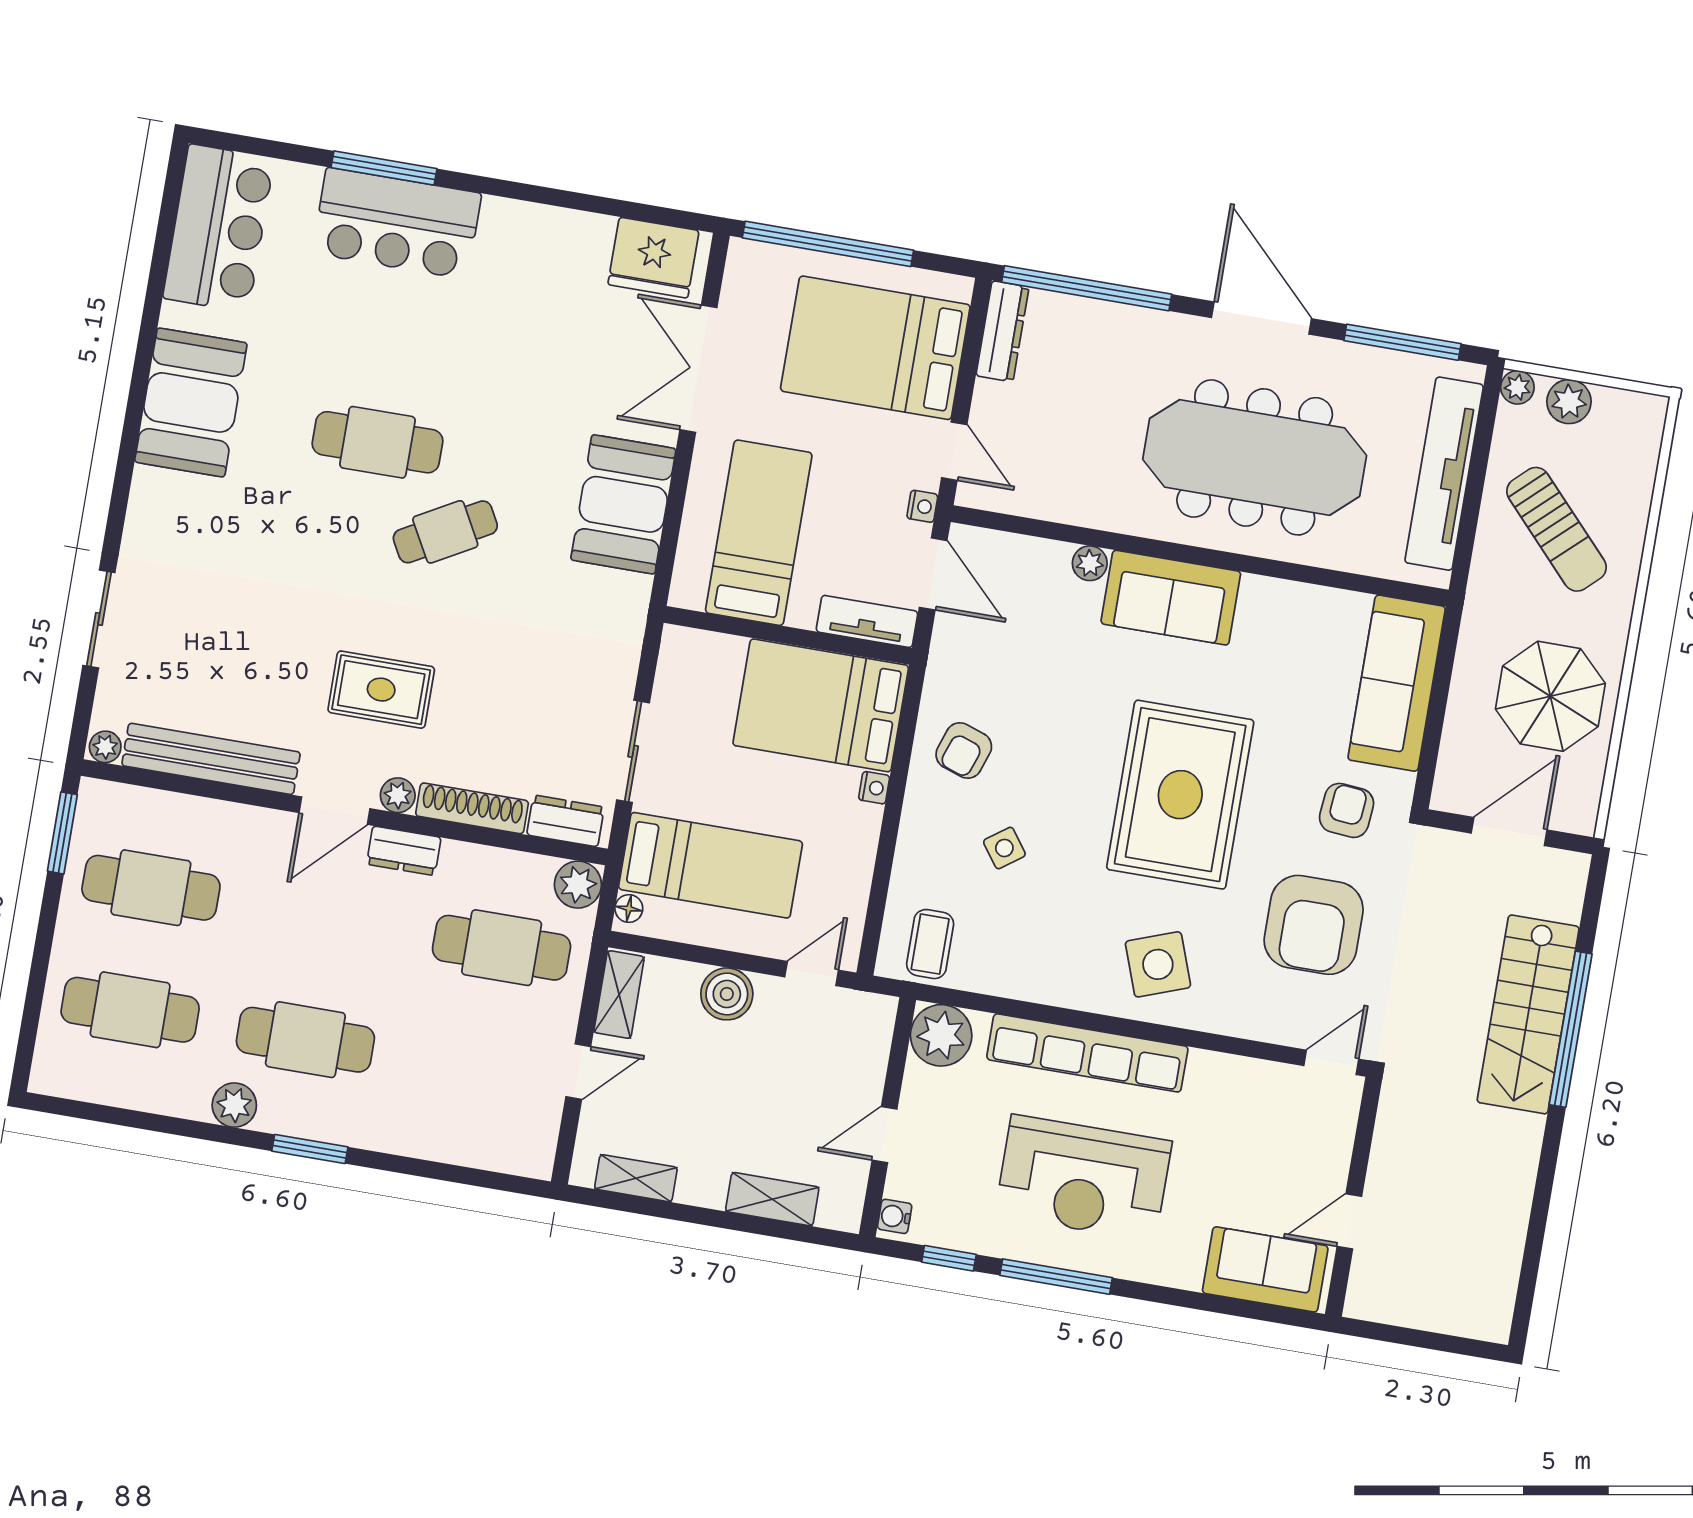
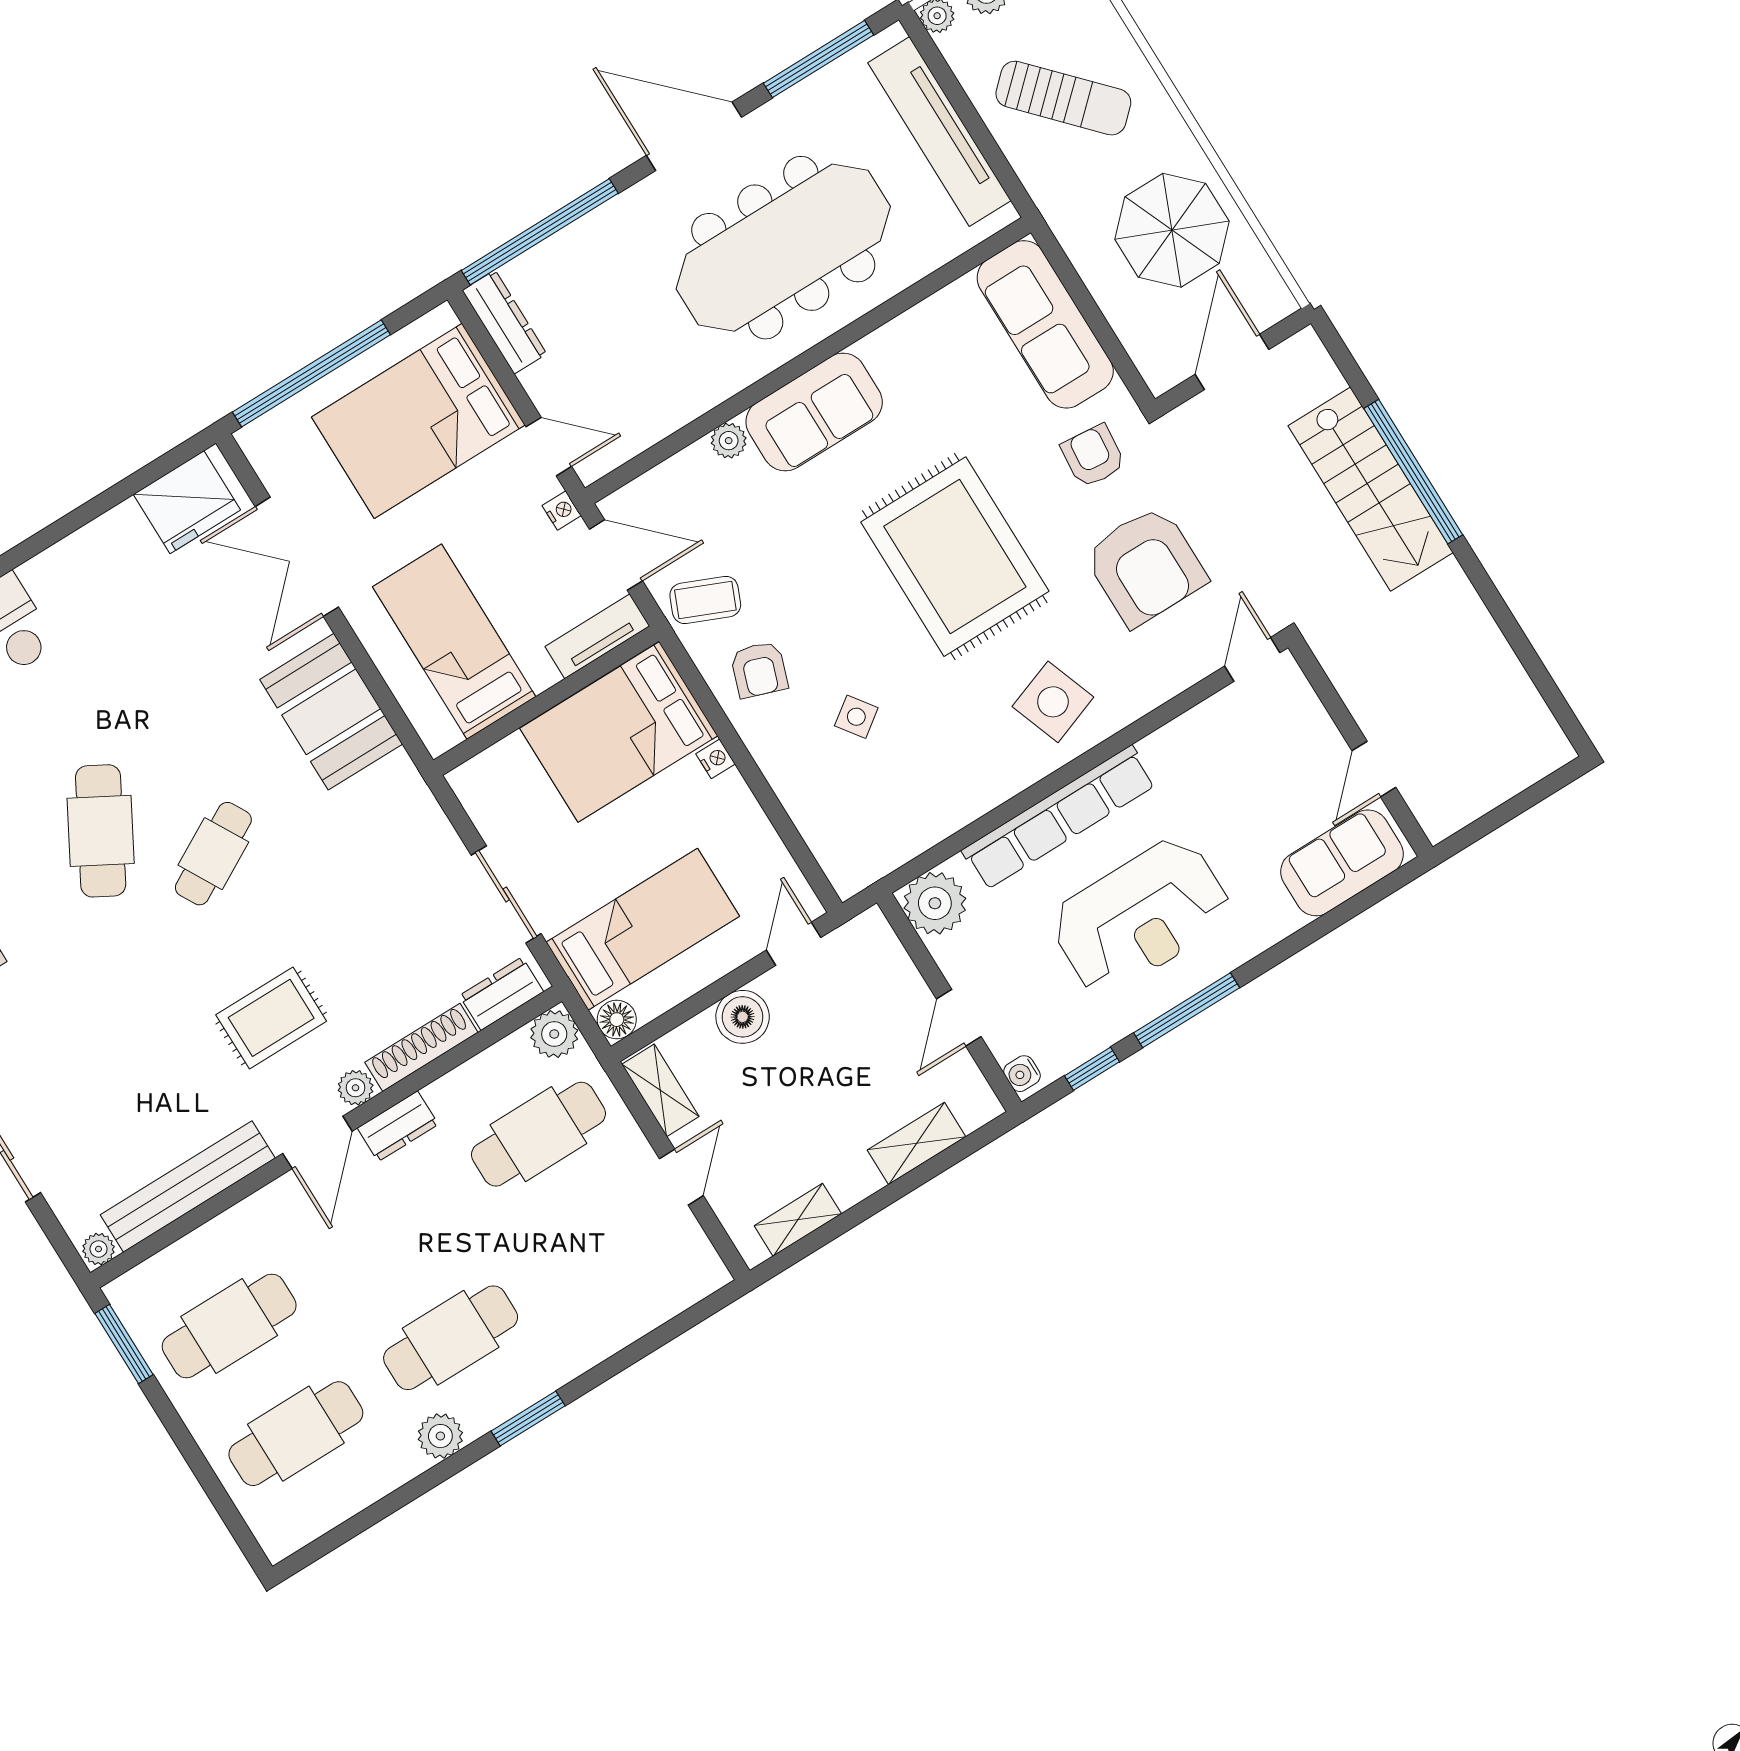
cafe table: (377, 442) -> (101, 831), turned -61
floor lamp: (629, 909) -> (617, 1020), width x1.37, depth x1.37
coffee table: (930, 944) -> (705, 600), moved, turned -67

